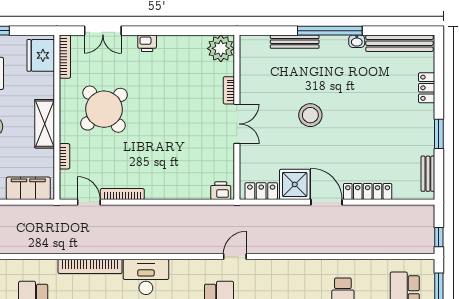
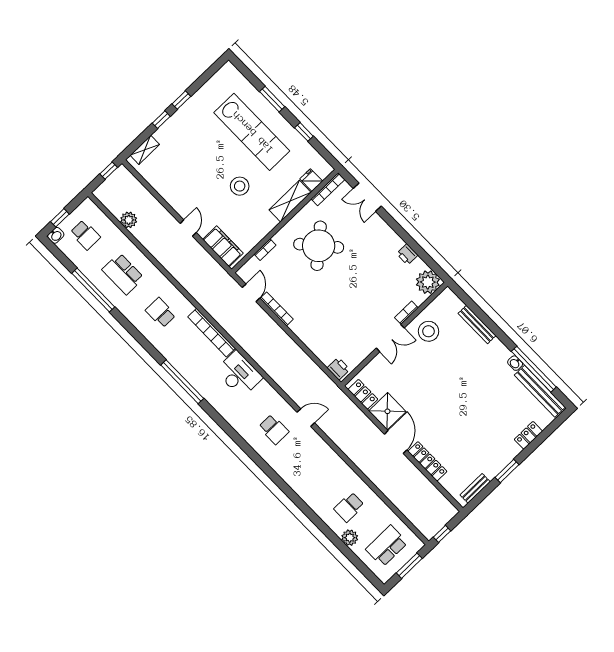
window: (330, 31) -> (534, 369), moved
printer: (147, 43) -> (407, 254), moved
fridge: (41, 55) -> (311, 180), width x0.53, depth x0.75
stool: (310, 115) -> (428, 331), moved
shelving: (45, 124) -> (290, 201), moved

